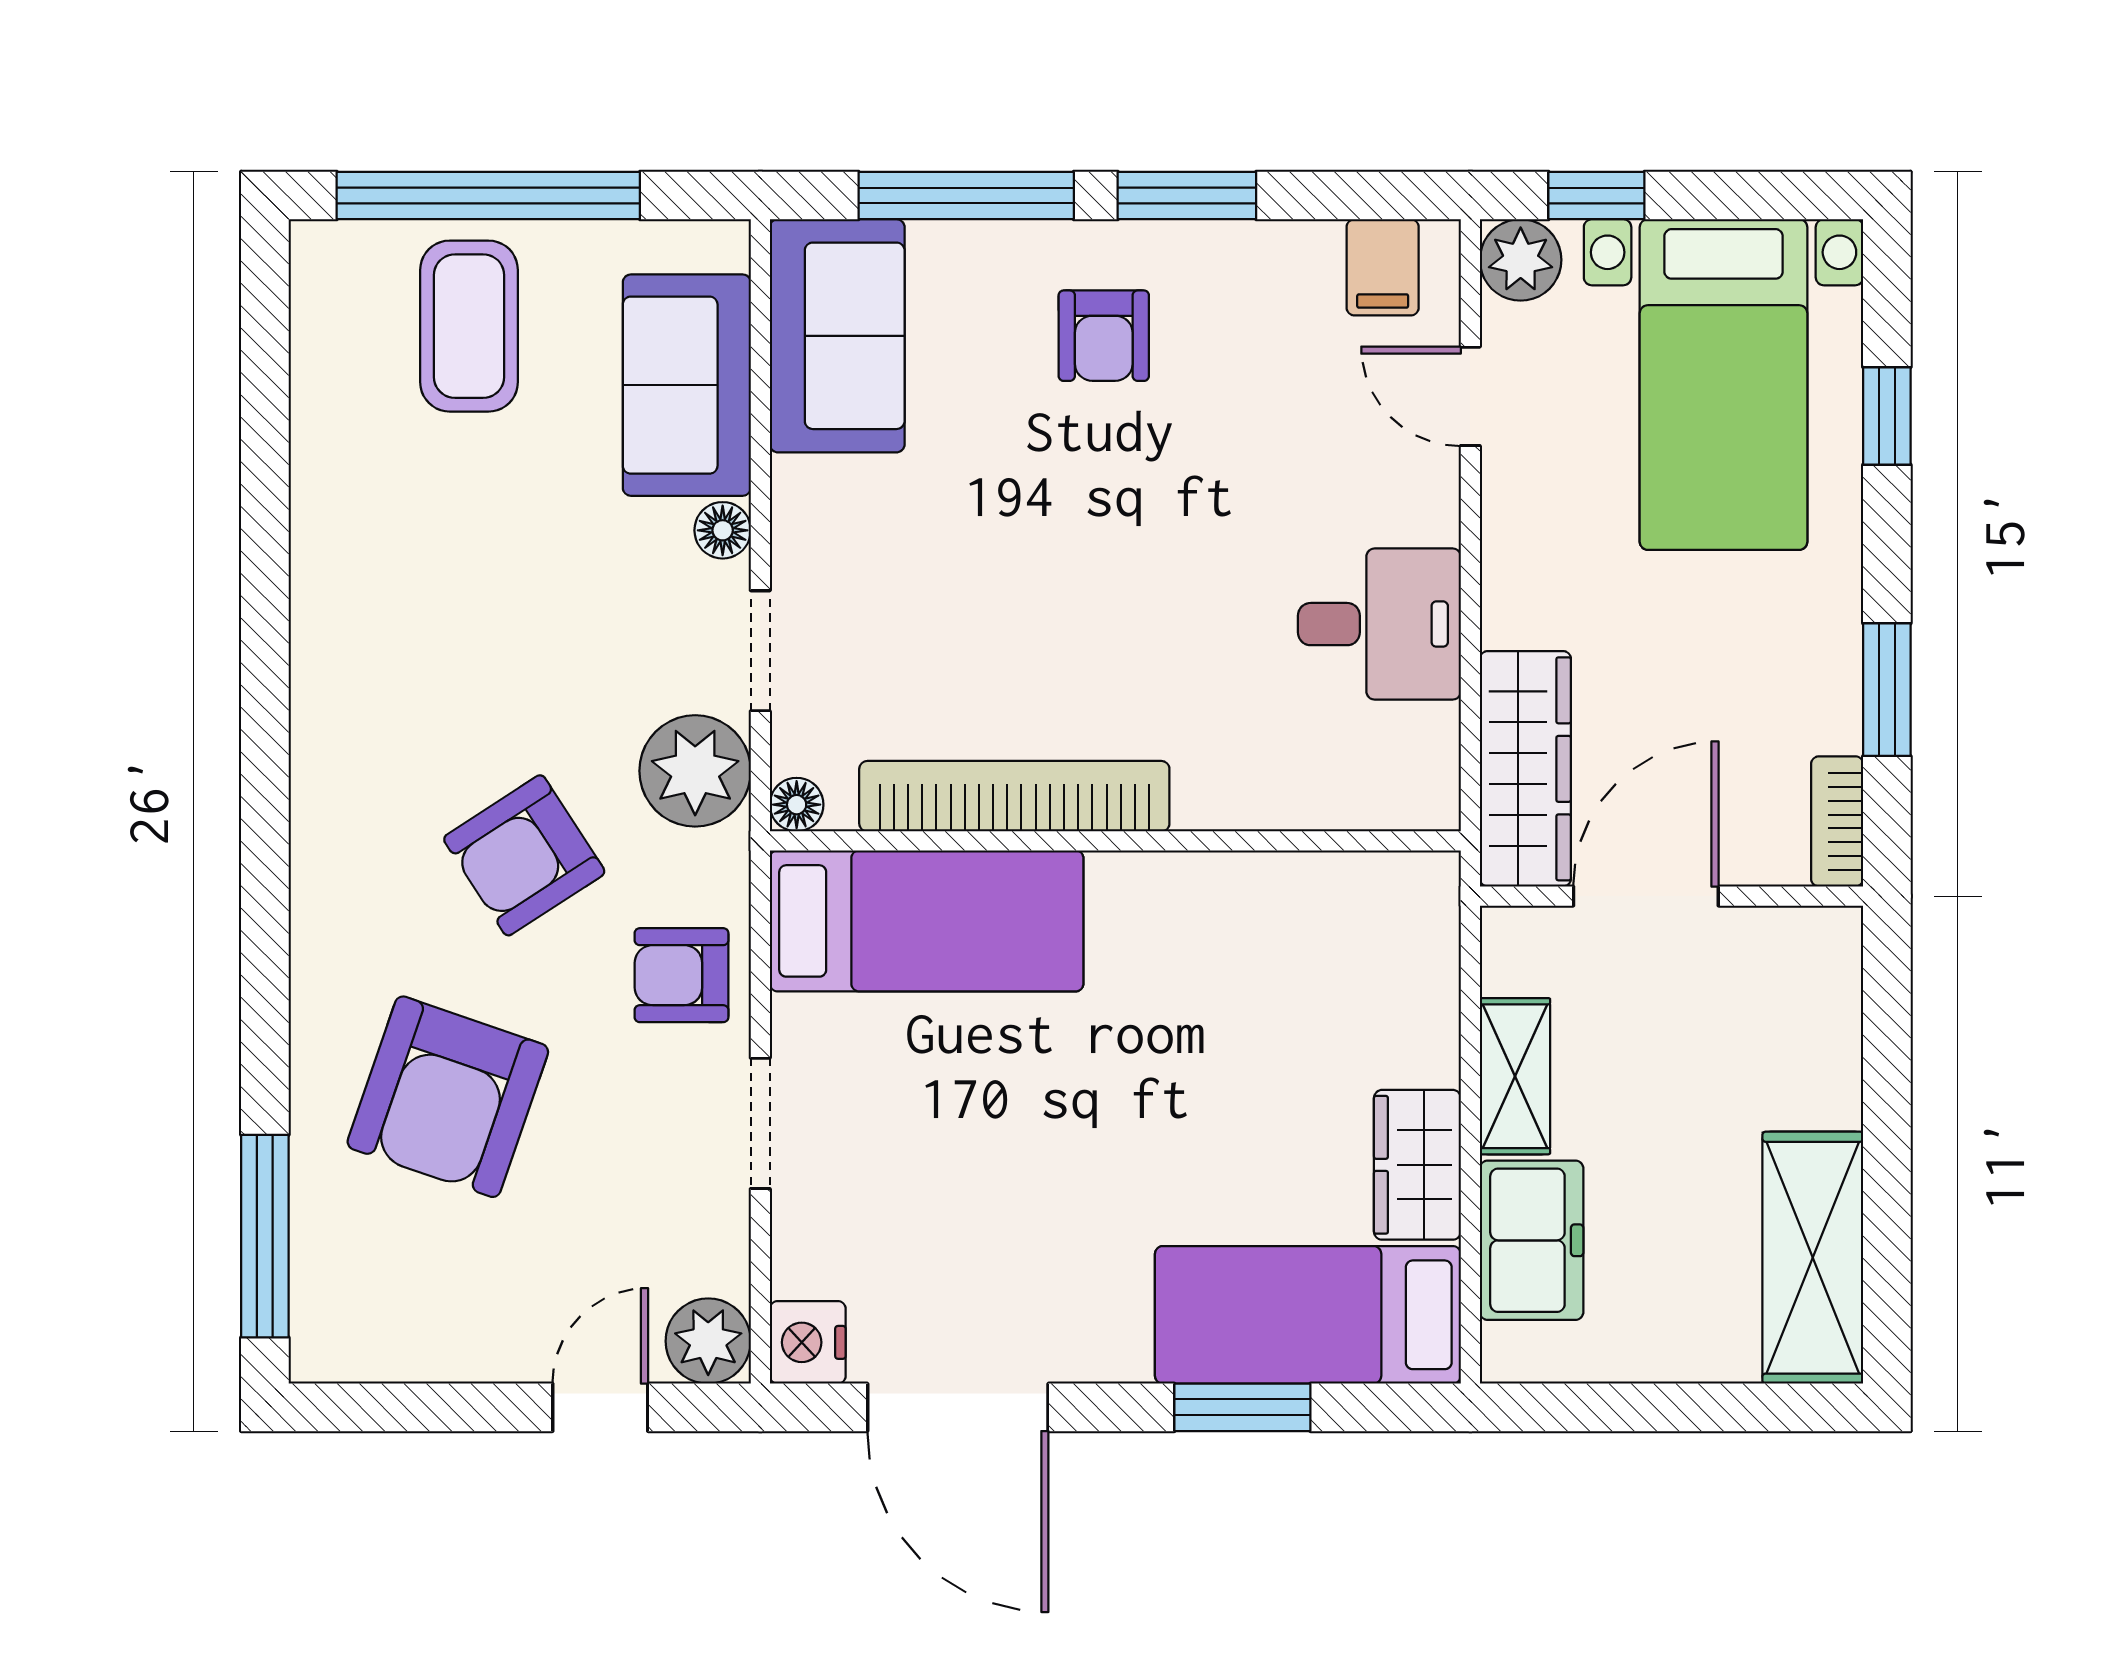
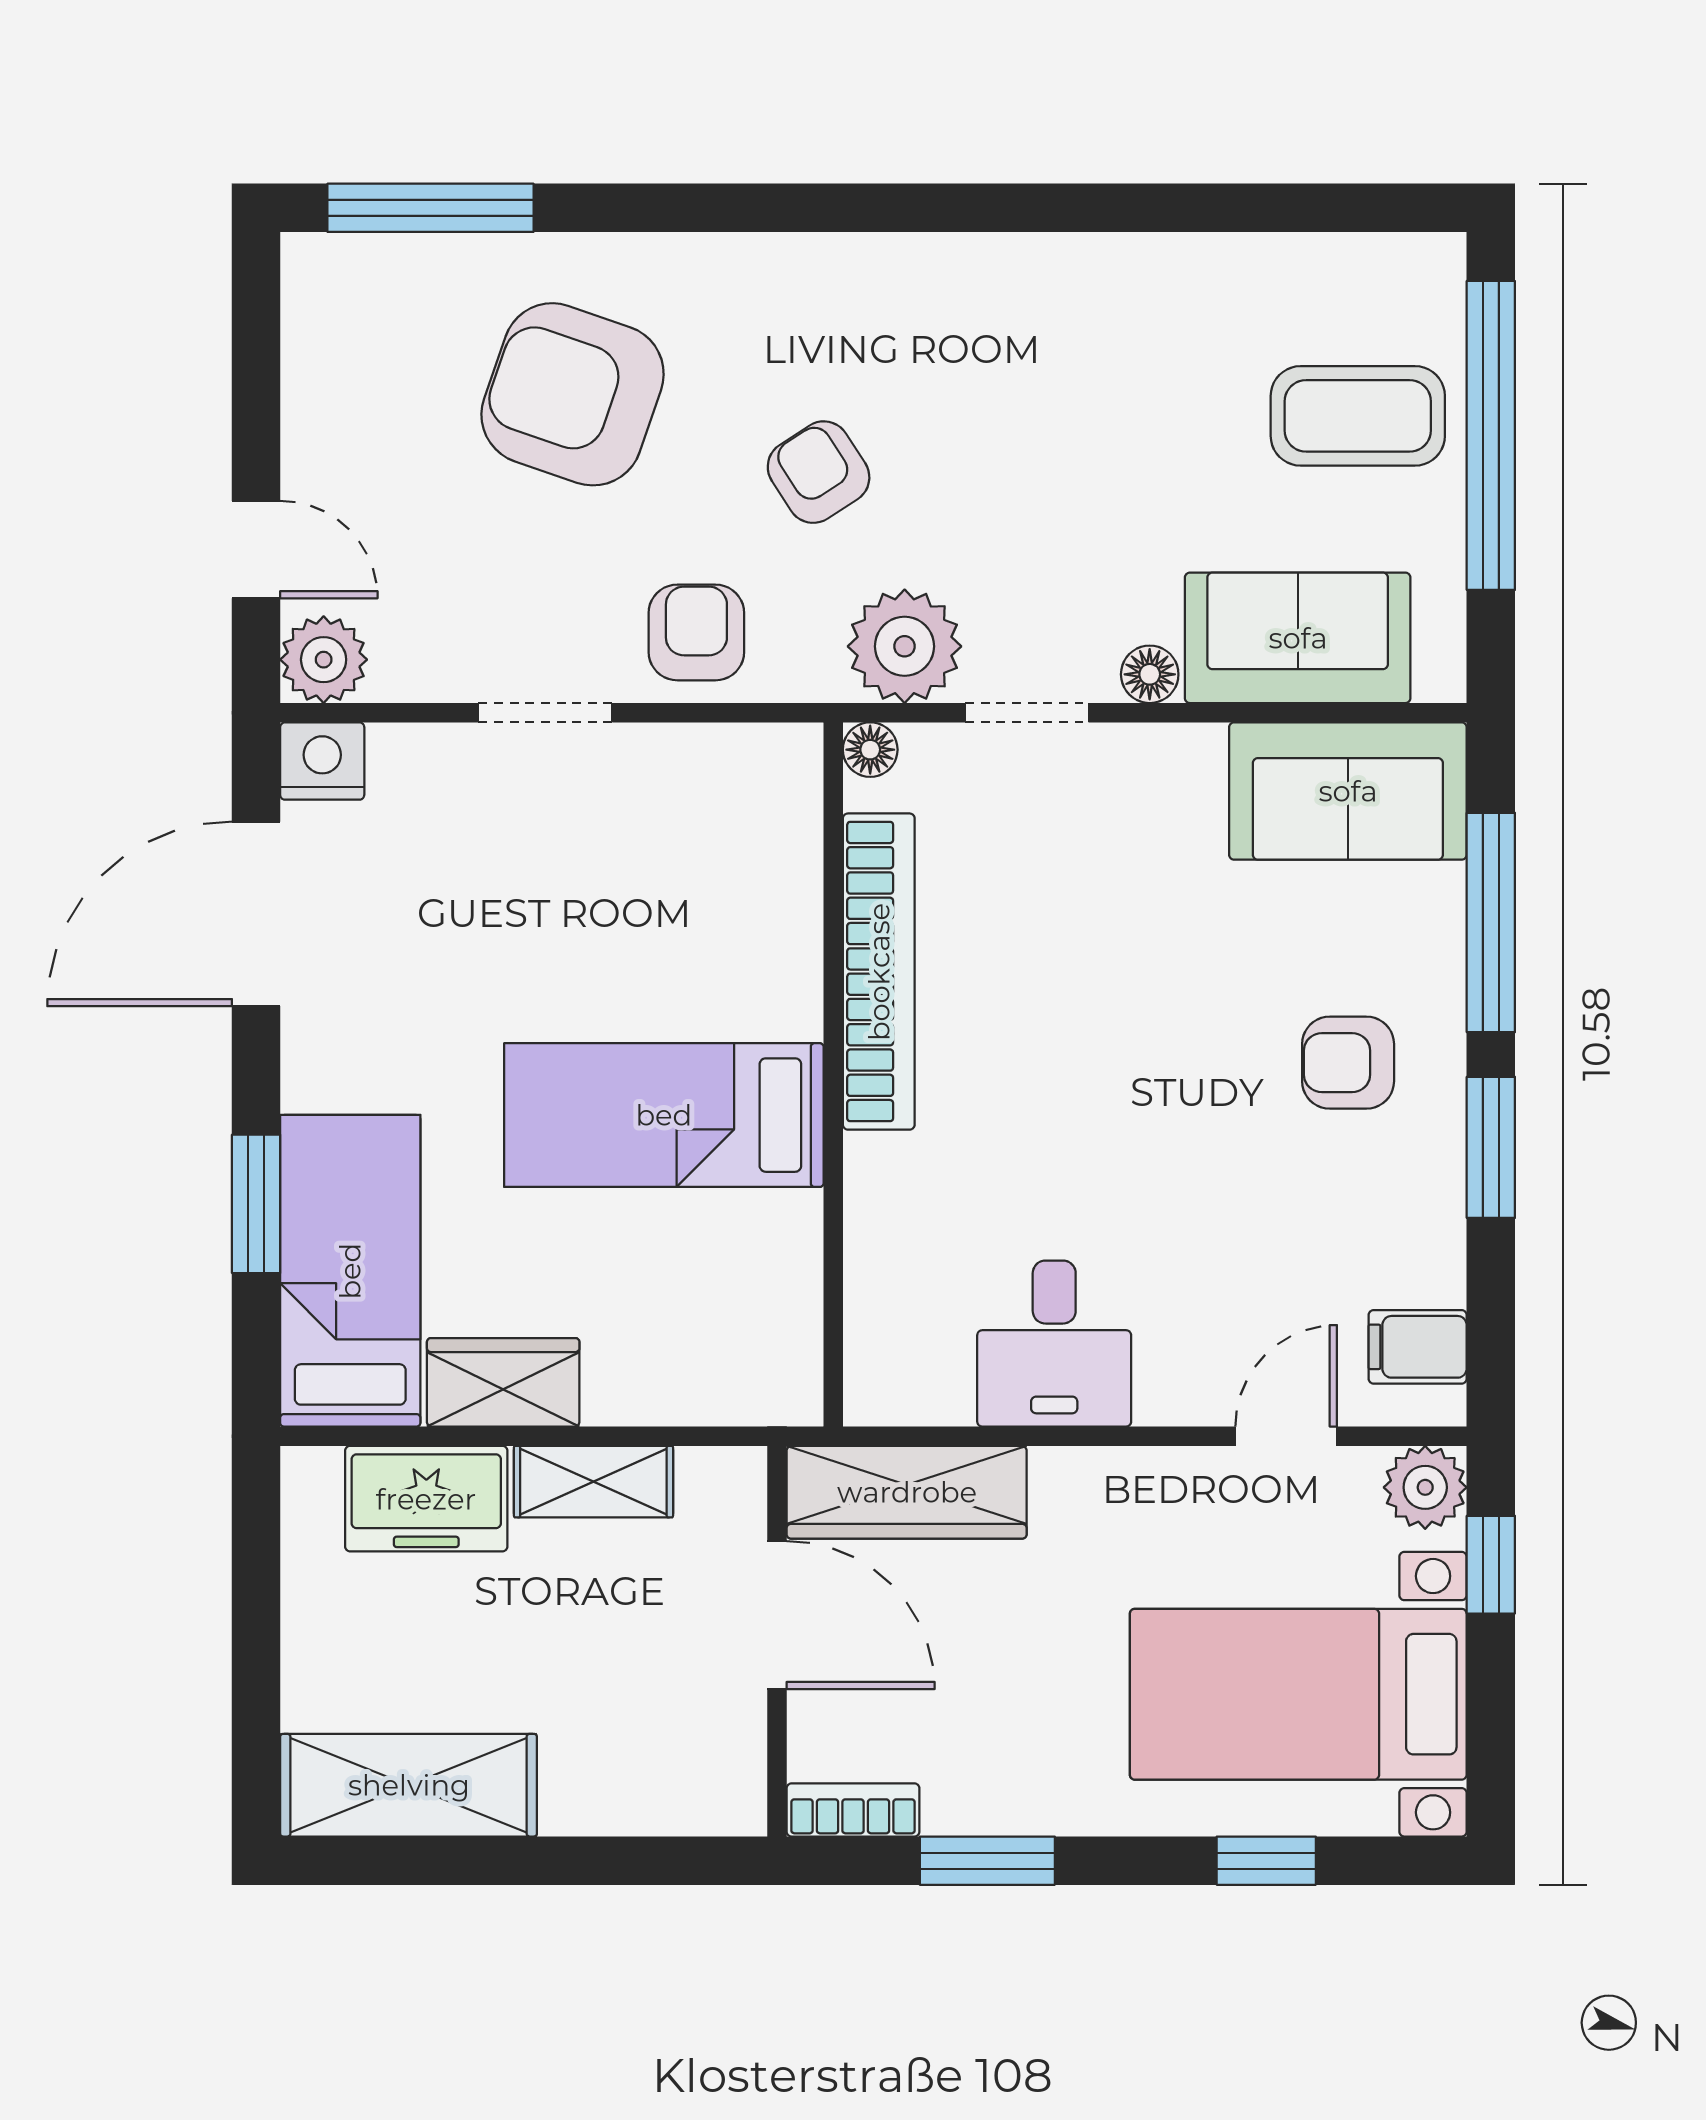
armchair: (524, 855) -> (819, 472), width x0.72, depth x0.72
bed: (927, 921) -> (664, 1115), moved, turned 90

